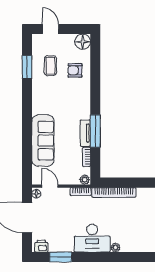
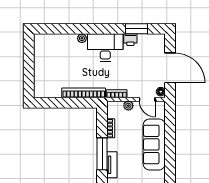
tv unit: (85, 133) -> (112, 165), moved
plant: (85, 180) -> (128, 106), moved
printer: (41, 246) -> (130, 40), moved

